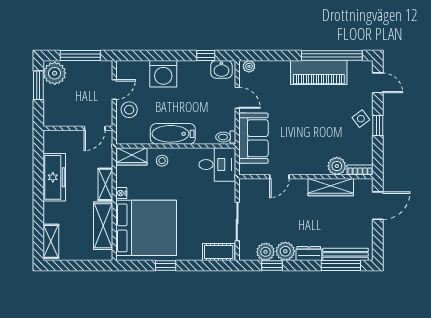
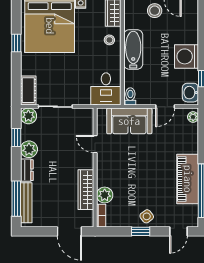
washing machine: (163, 74) -> (187, 56), moved
plant: (266, 252) -> (28, 116), moved

